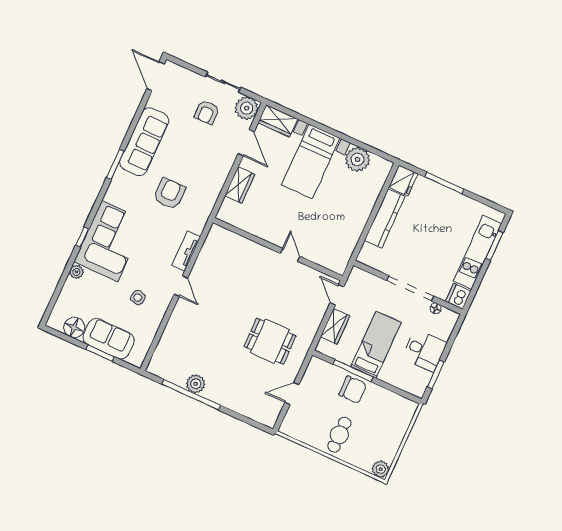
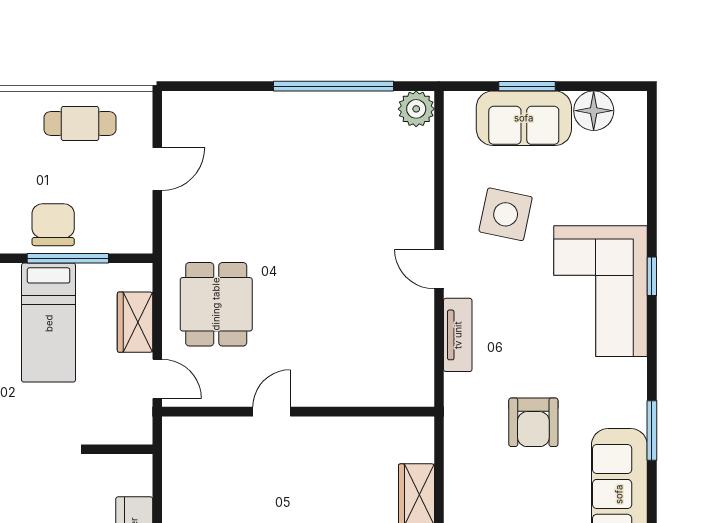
door: (290, 255) -> (272, 412), swing flipped
plant: (76, 272) -> (634, 210), removed
side table: (138, 298) -> (506, 214), width x1.87, depth x1.87
dining table: (270, 341) -> (216, 304), moved, turned 90
plant: (196, 384) -> (416, 109), moved
chair: (353, 390) -> (53, 225), turned 90
cafe table: (339, 435) -> (80, 124), moved, turned 90

